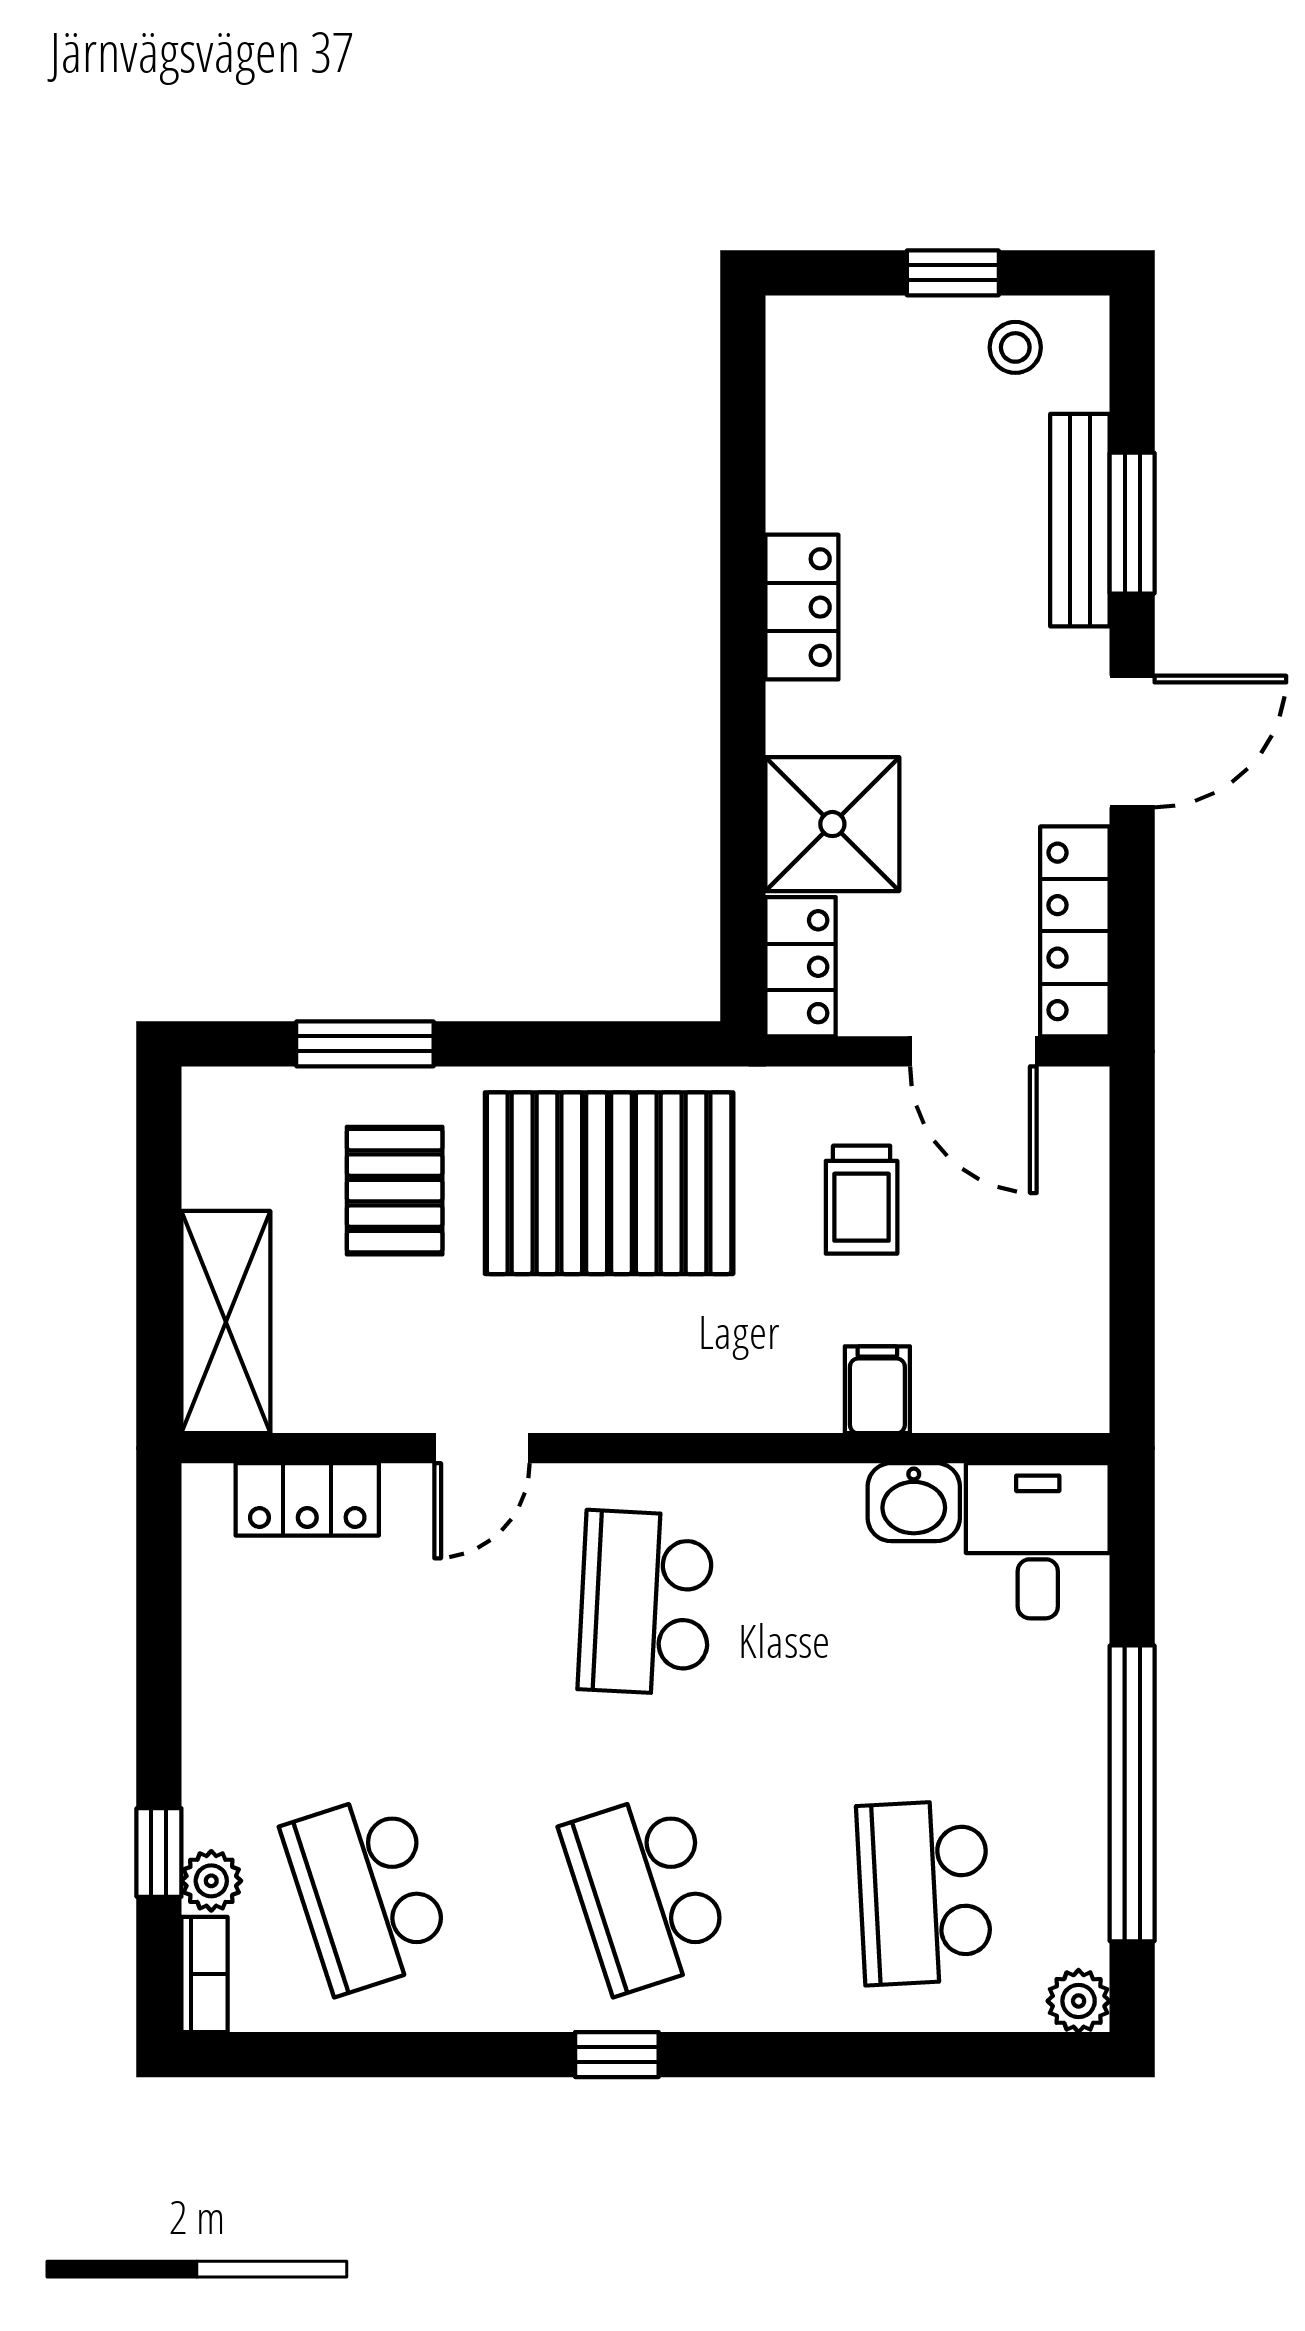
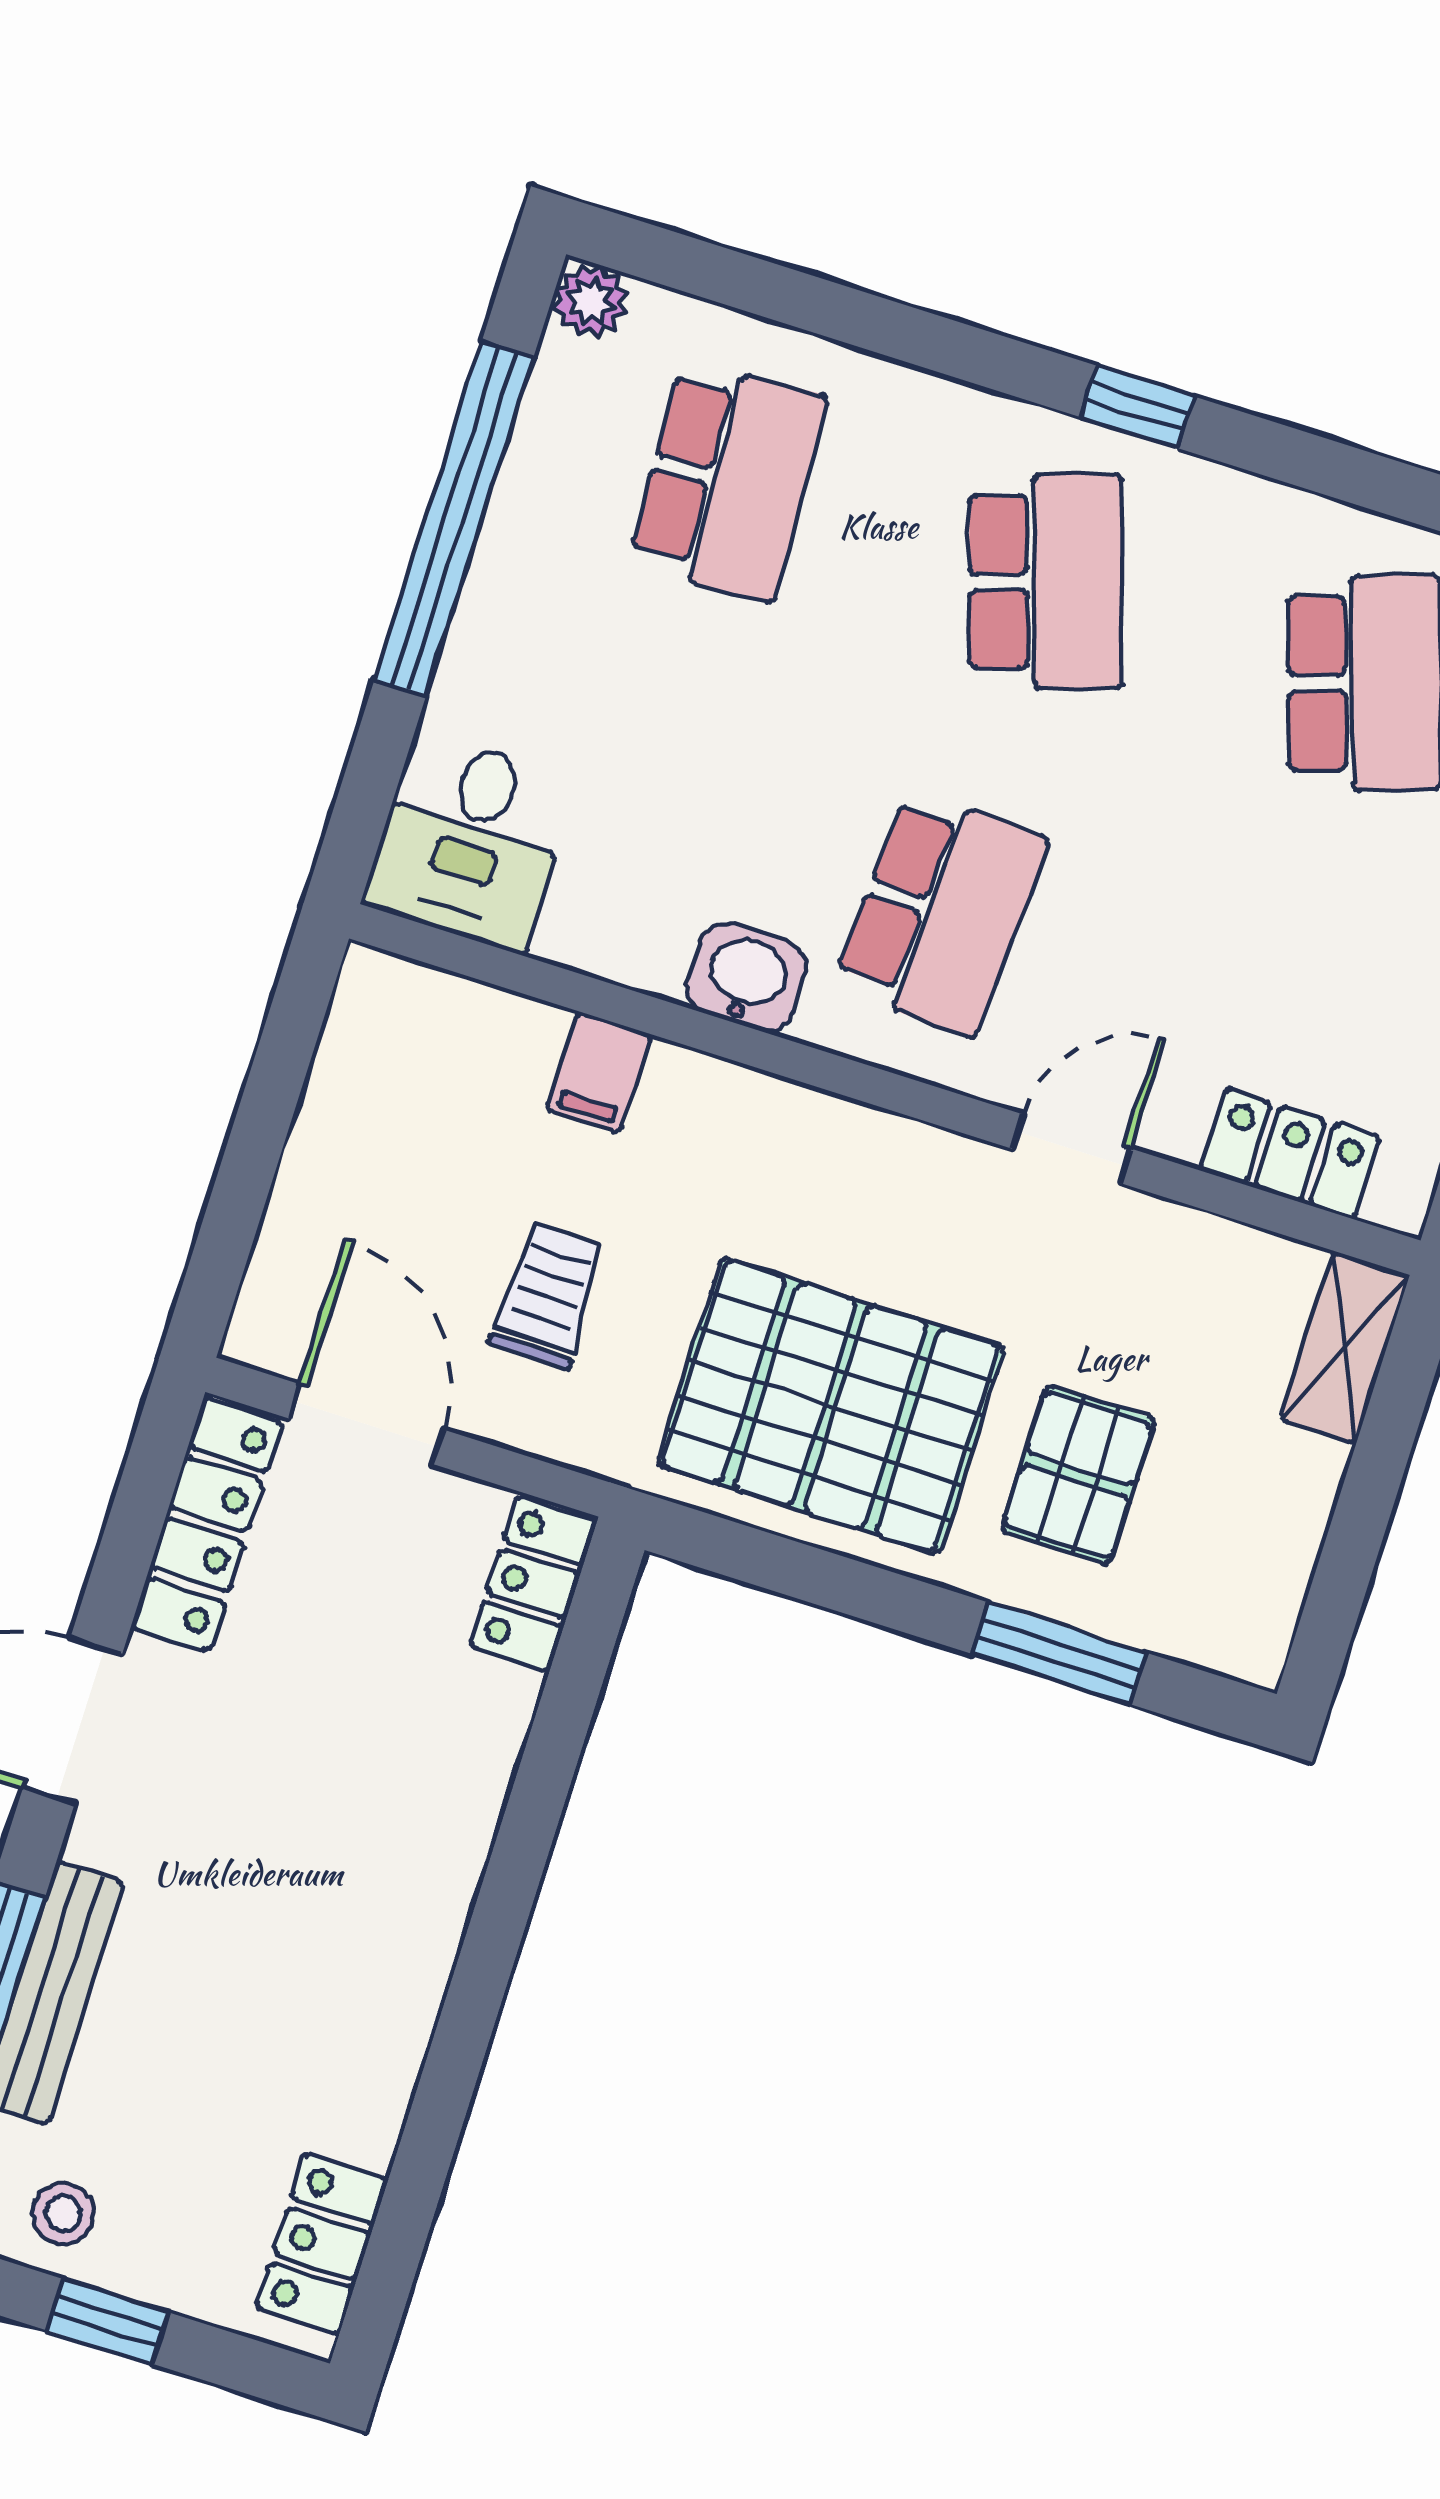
locker: (802, 607) -> (322, 2244), moved
shower: (832, 824) -> (445, 1735), removed
shelving: (226, 1322) -> (1345, 1347), width x0.67, depth x0.75
washbasin: (914, 1502) -> (746, 978), moved

